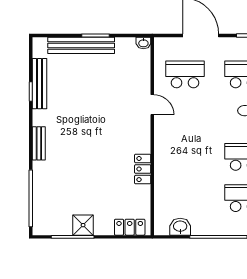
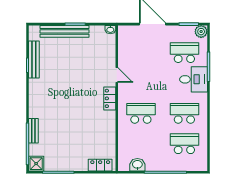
school desk: (185, 74) -> (141, 113), moved
bench: (39, 143) -> (33, 131), moved
locker: (143, 169) -> (110, 98), moved
shower: (83, 225) -> (36, 164), moved

